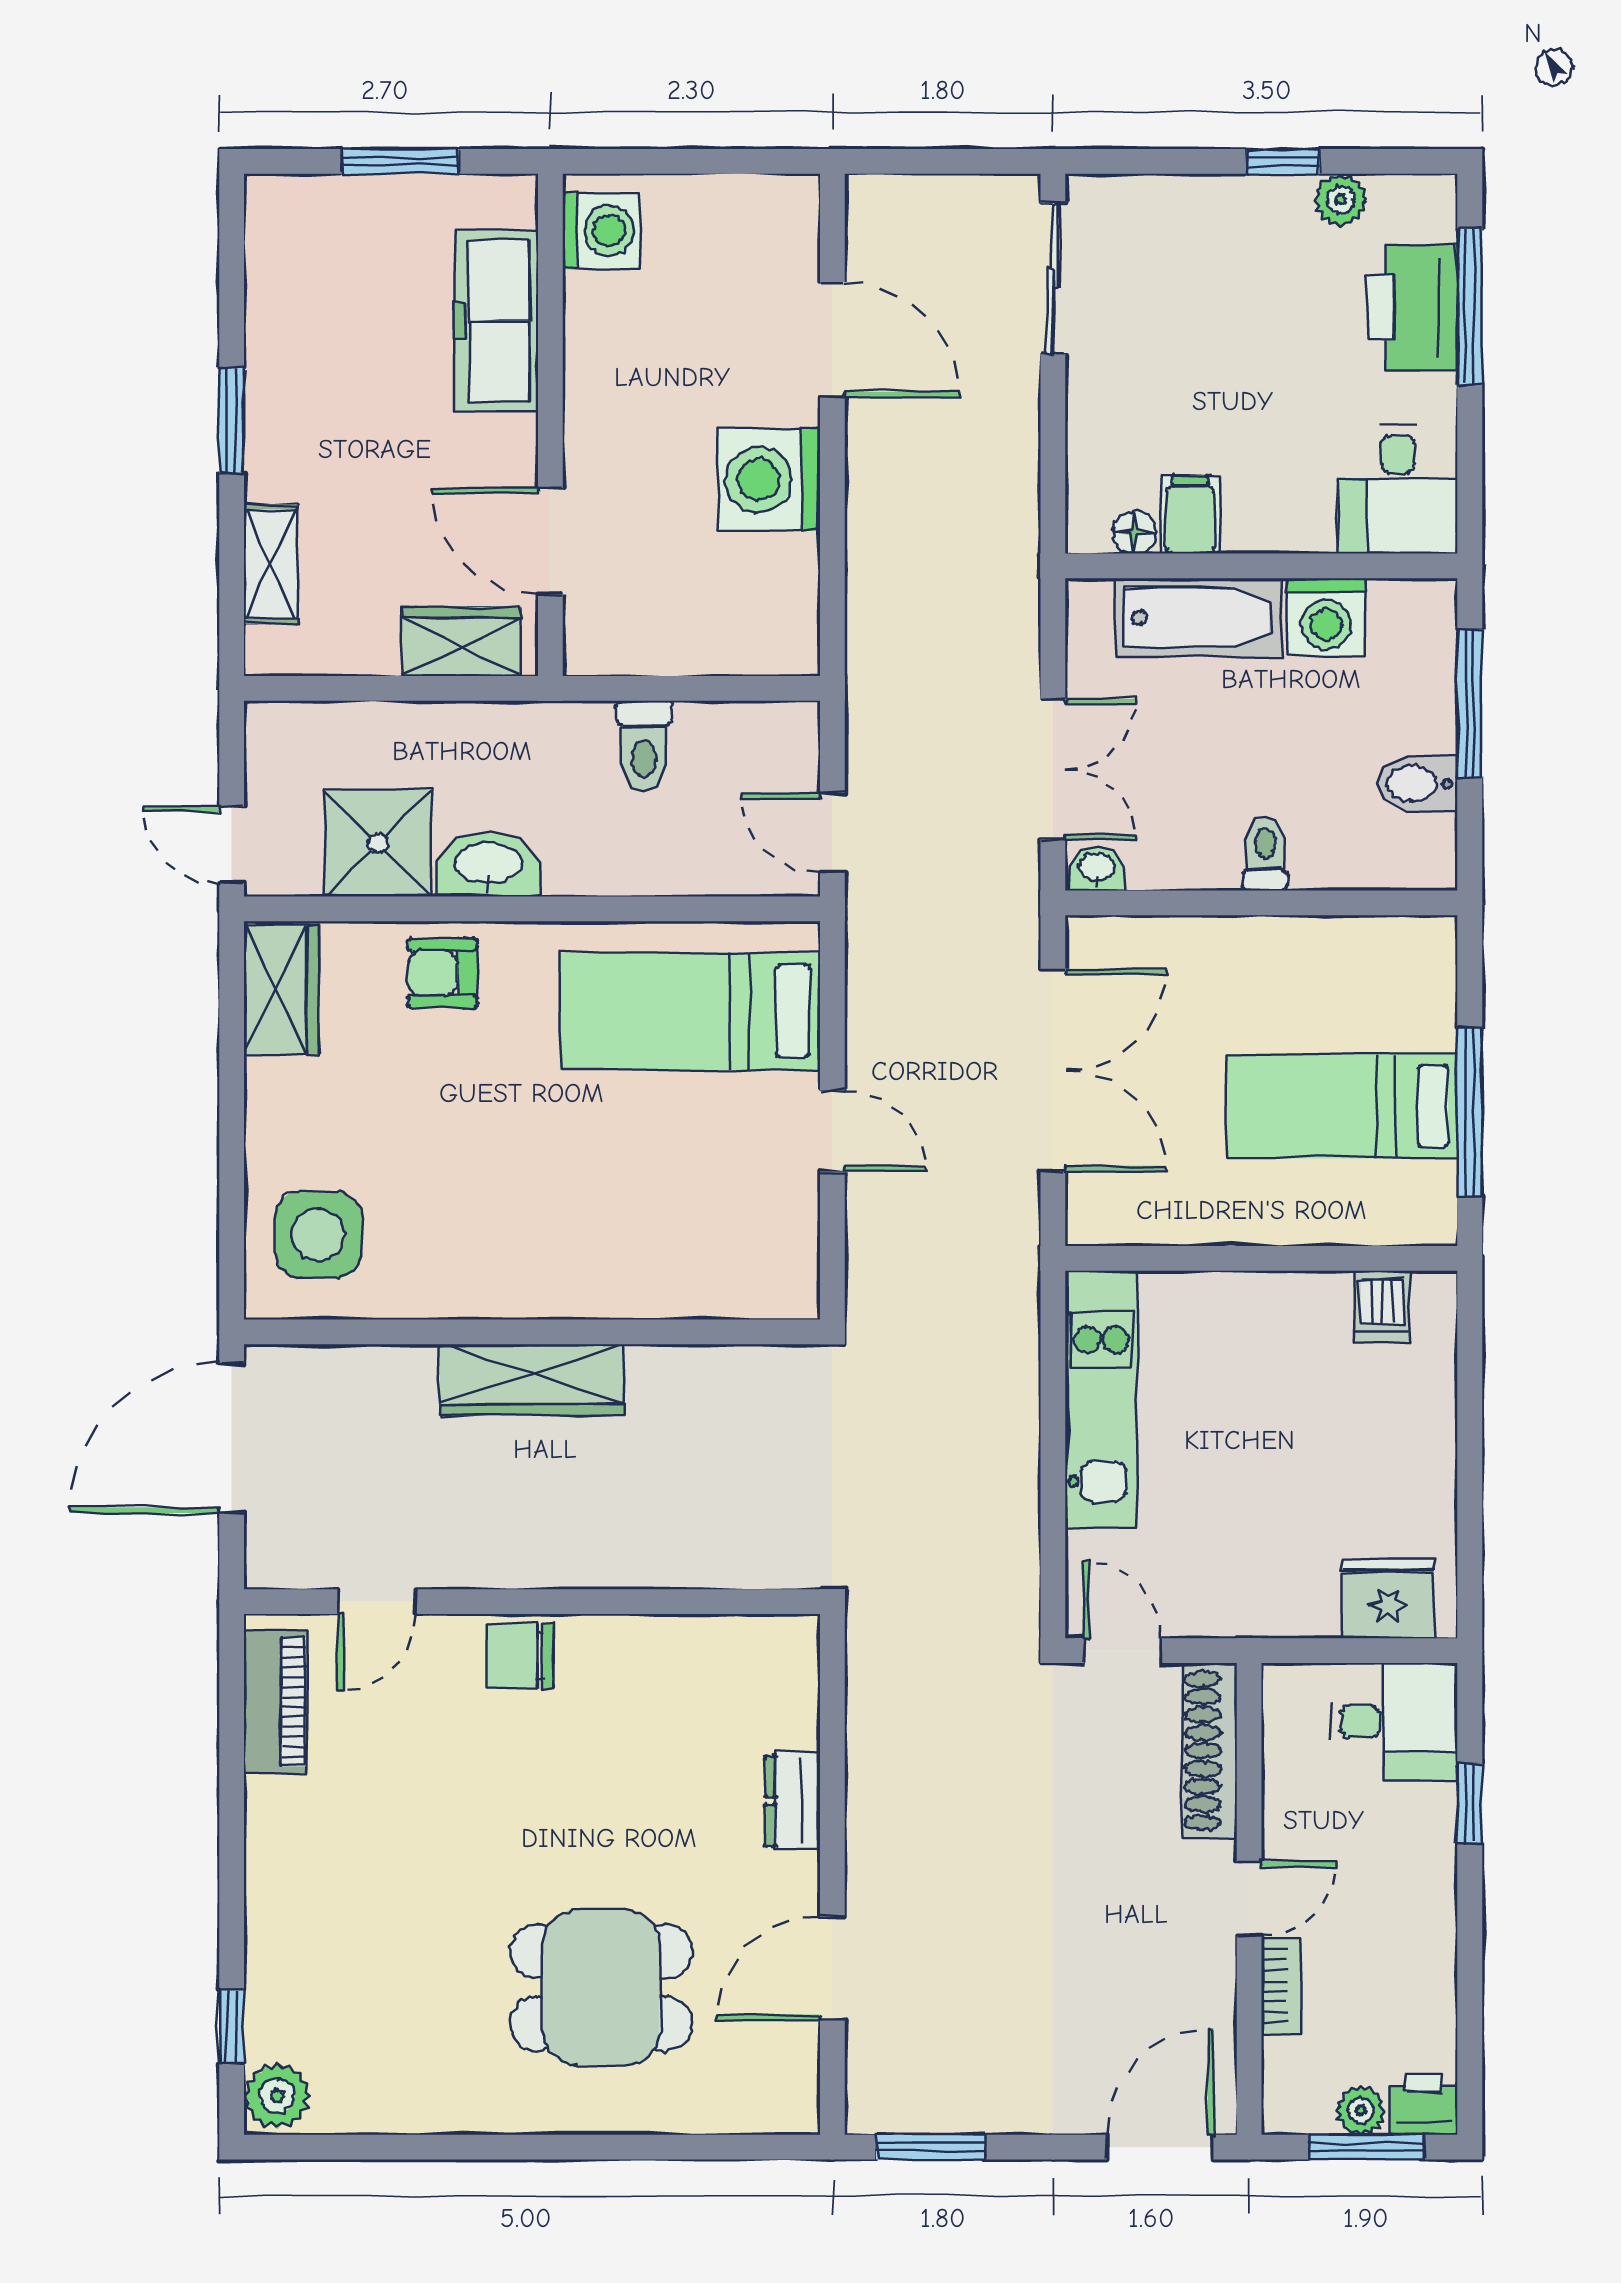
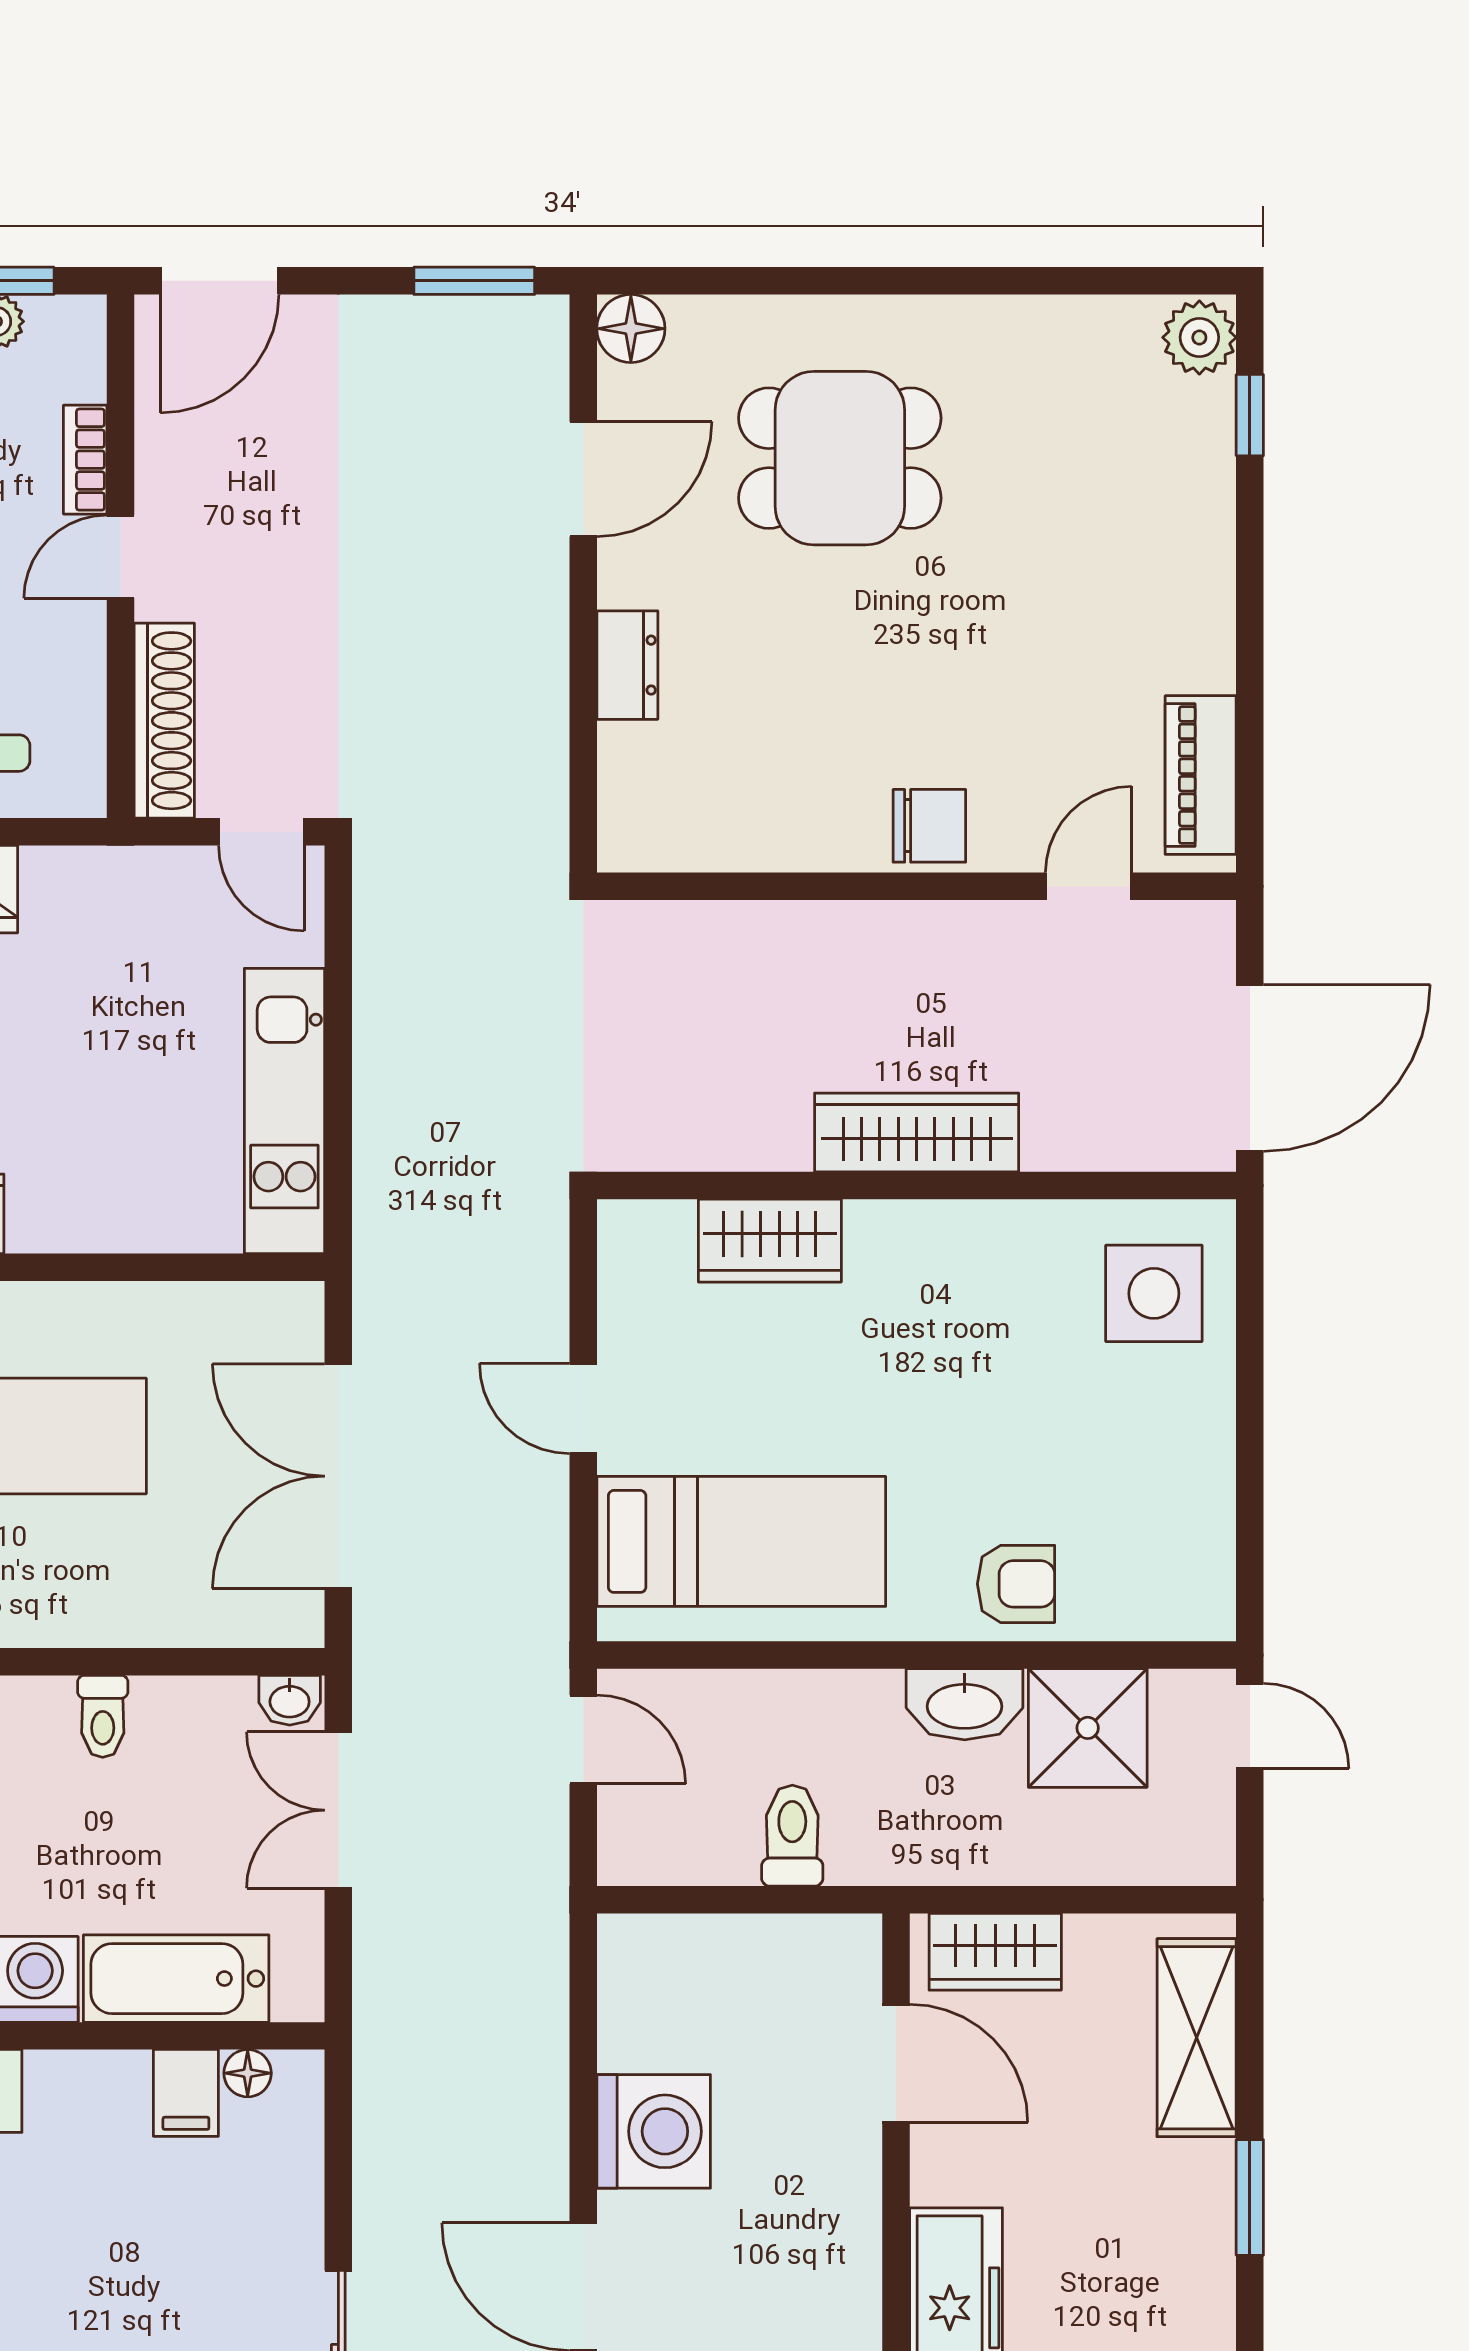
shelving: (271, 564) -> (1197, 2038), width x1.50, depth x1.33
wardrobe: (281, 991) -> (770, 1241), moved, turned -90
floor lamp: (789, 2104) -> (631, 329), added

